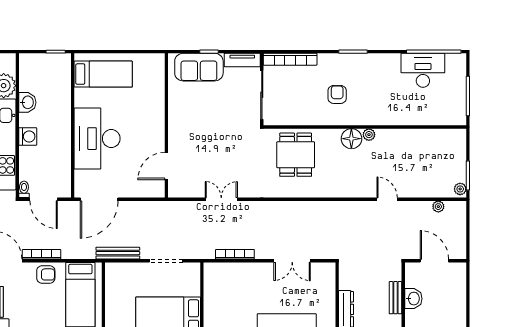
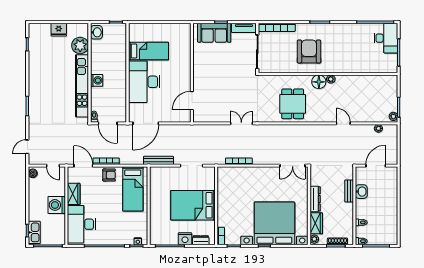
desk: (423, 70) -> (386, 38), moved, turned 90
bed: (103, 74) -> (148, 51), moved
armchair: (337, 94) -> (309, 52), width x1.88, depth x1.88
washbasin: (27, 102) -> (96, 32), moved
dining table: (296, 155) -> (293, 104), moved
double door: (221, 199) -> (241, 123), moved
double door: (292, 261) -> (293, 166), moved
door: (434, 261) -> (376, 166), hinge flipped

